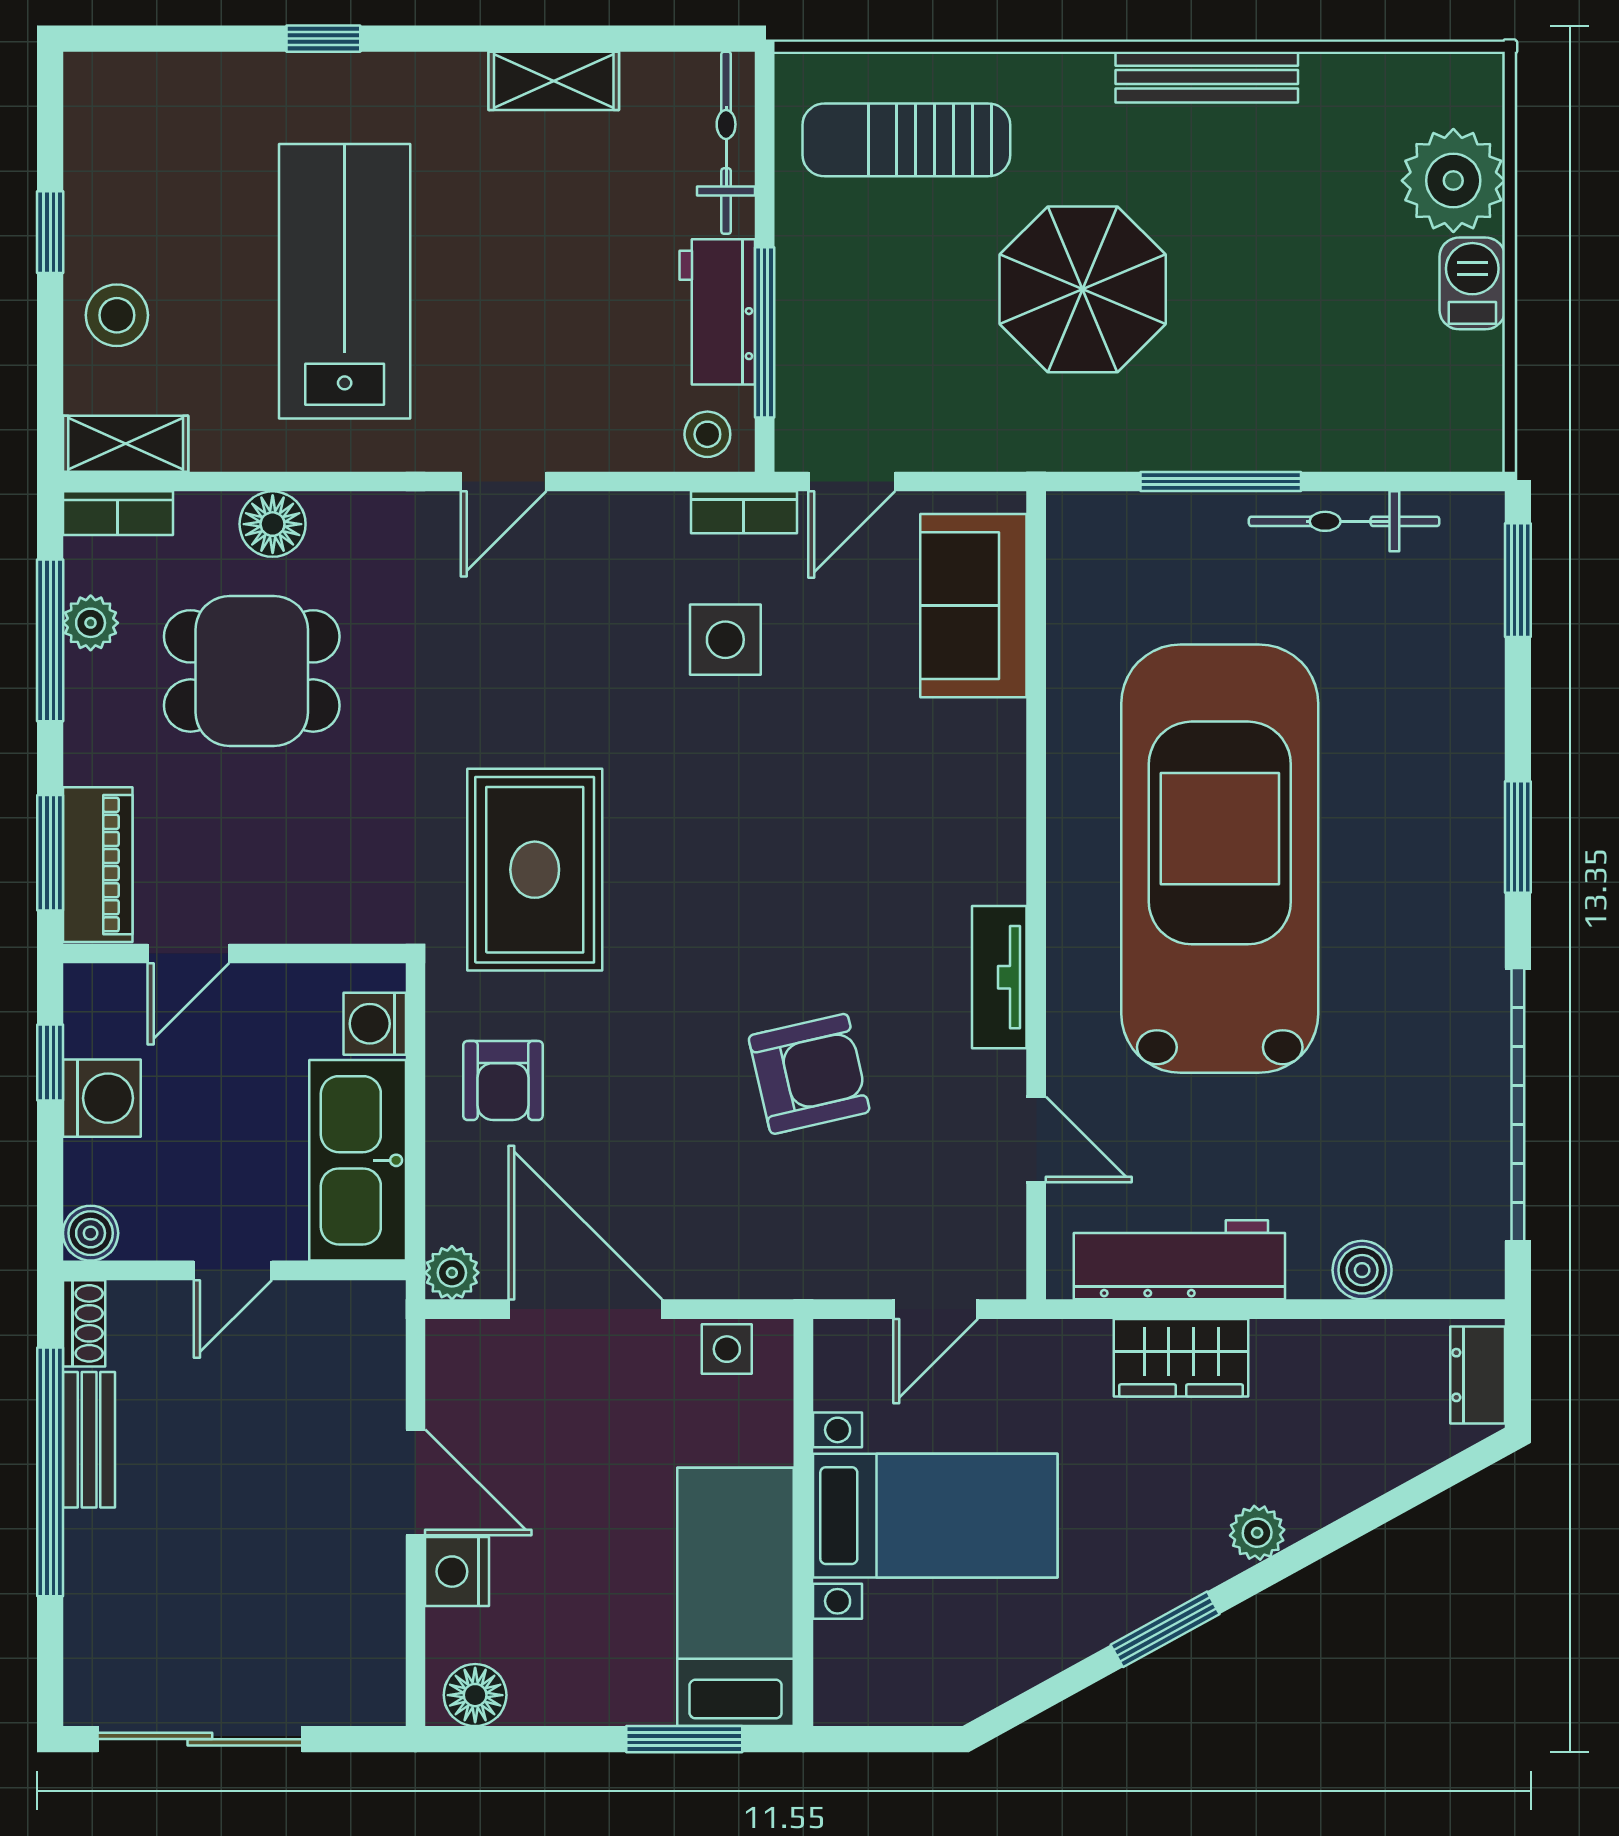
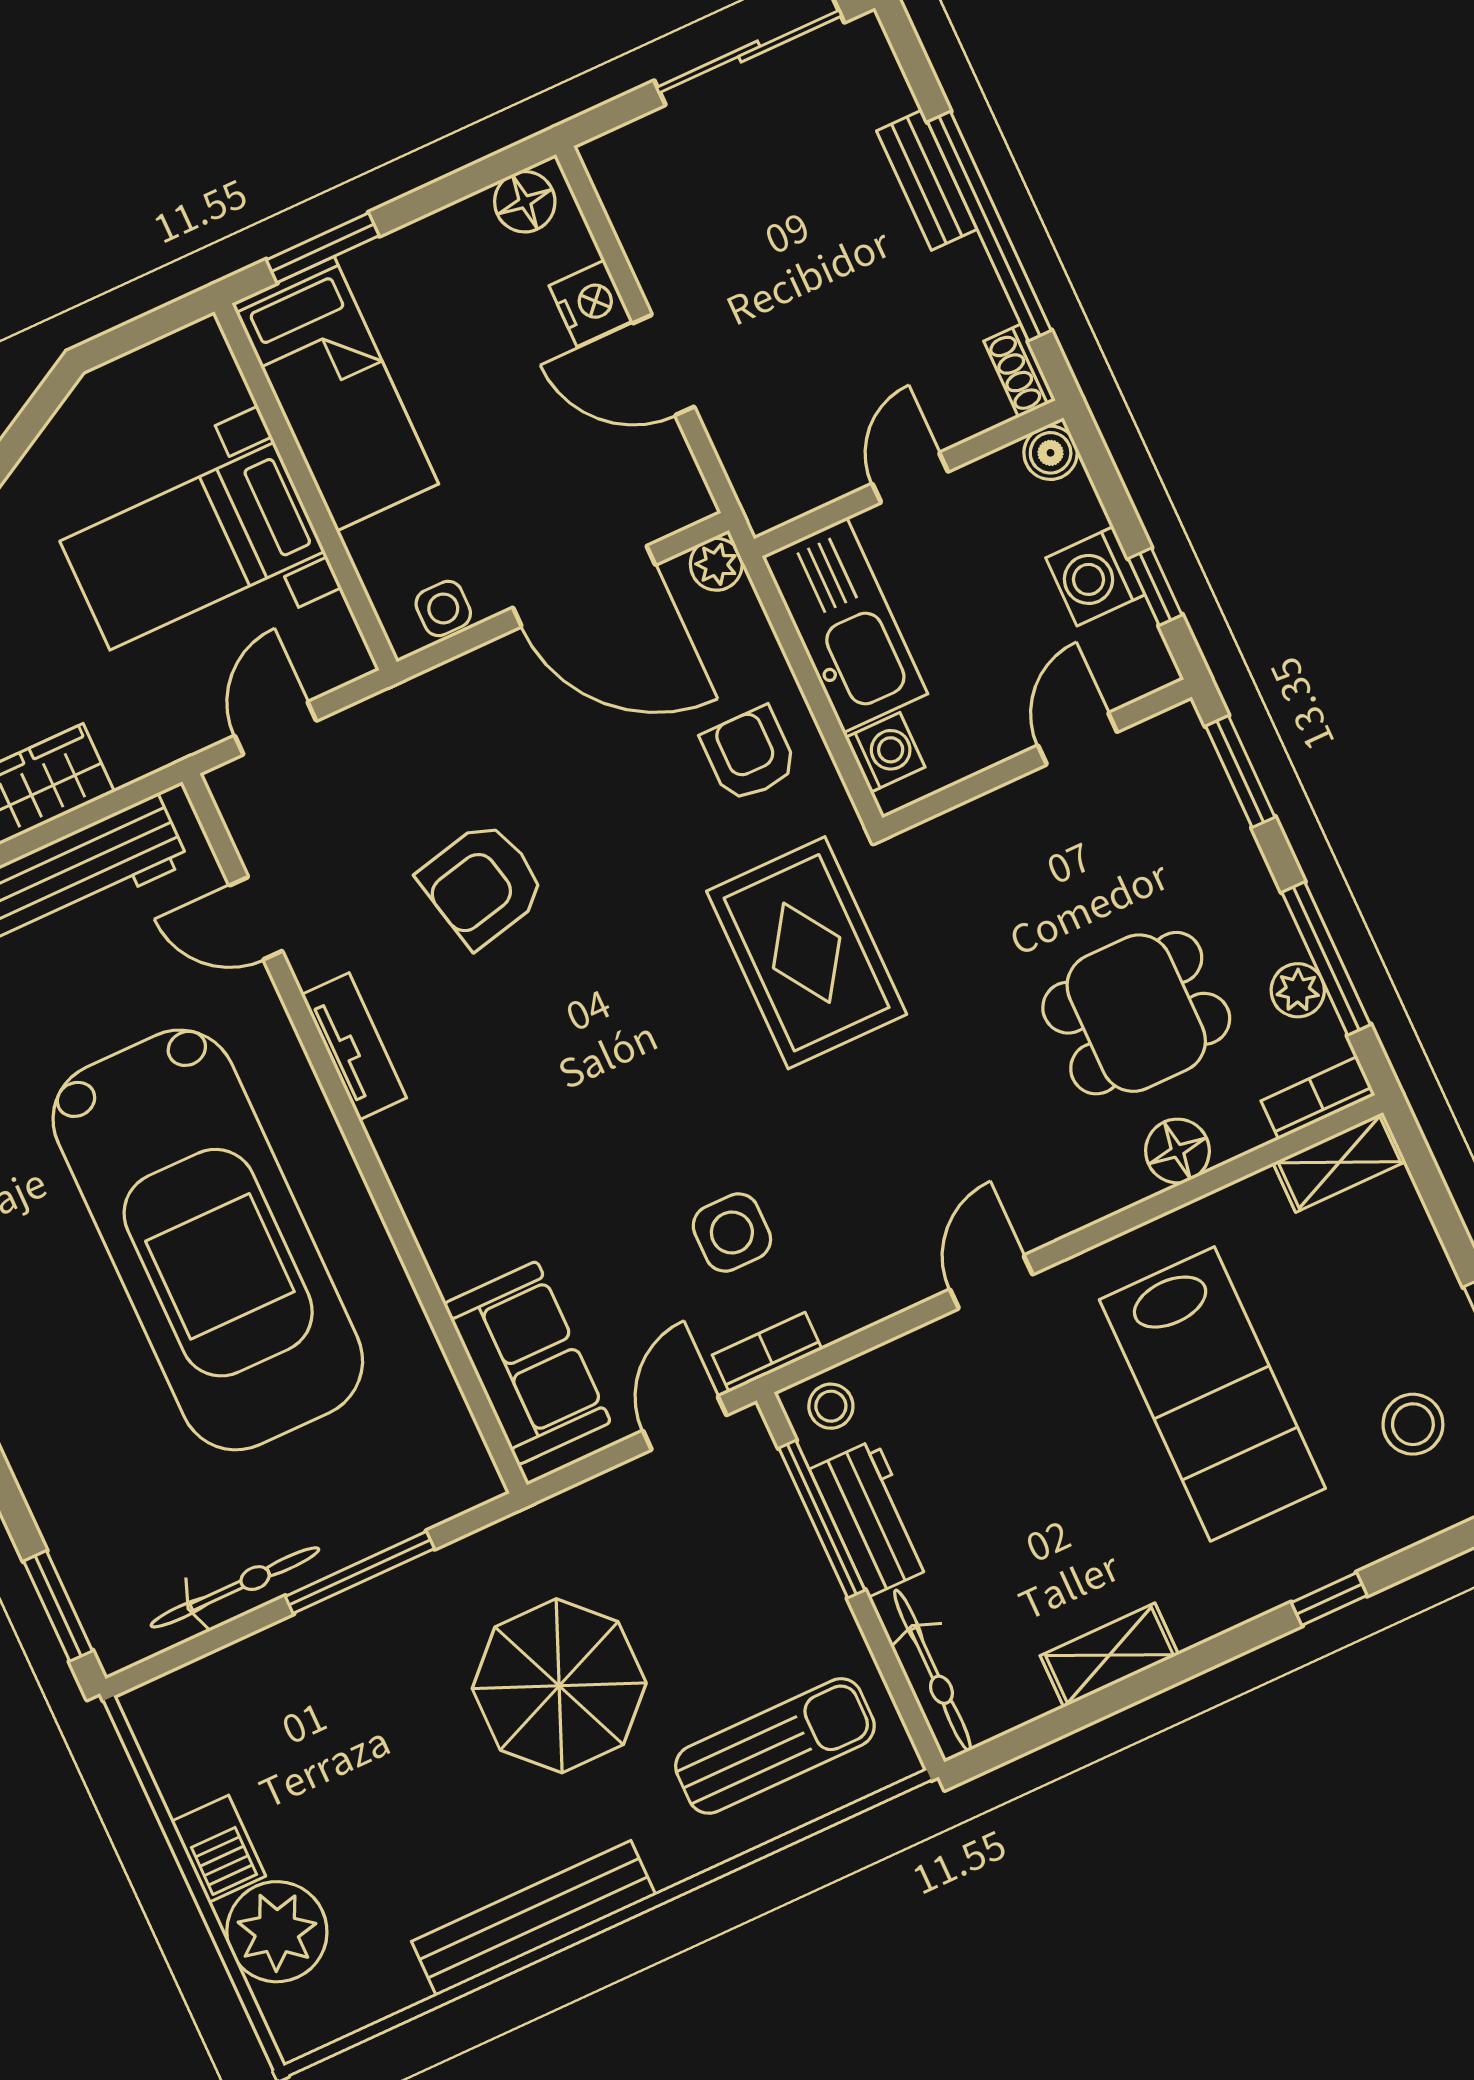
bench: (1207, 77) -> (534, 1918), width x1.37, depth x1.21
stool: (117, 315) -> (1413, 1424), moved
piano: (98, 865) -> (1193, 780), removed
bench: (89, 1440) -> (927, 180), moved

